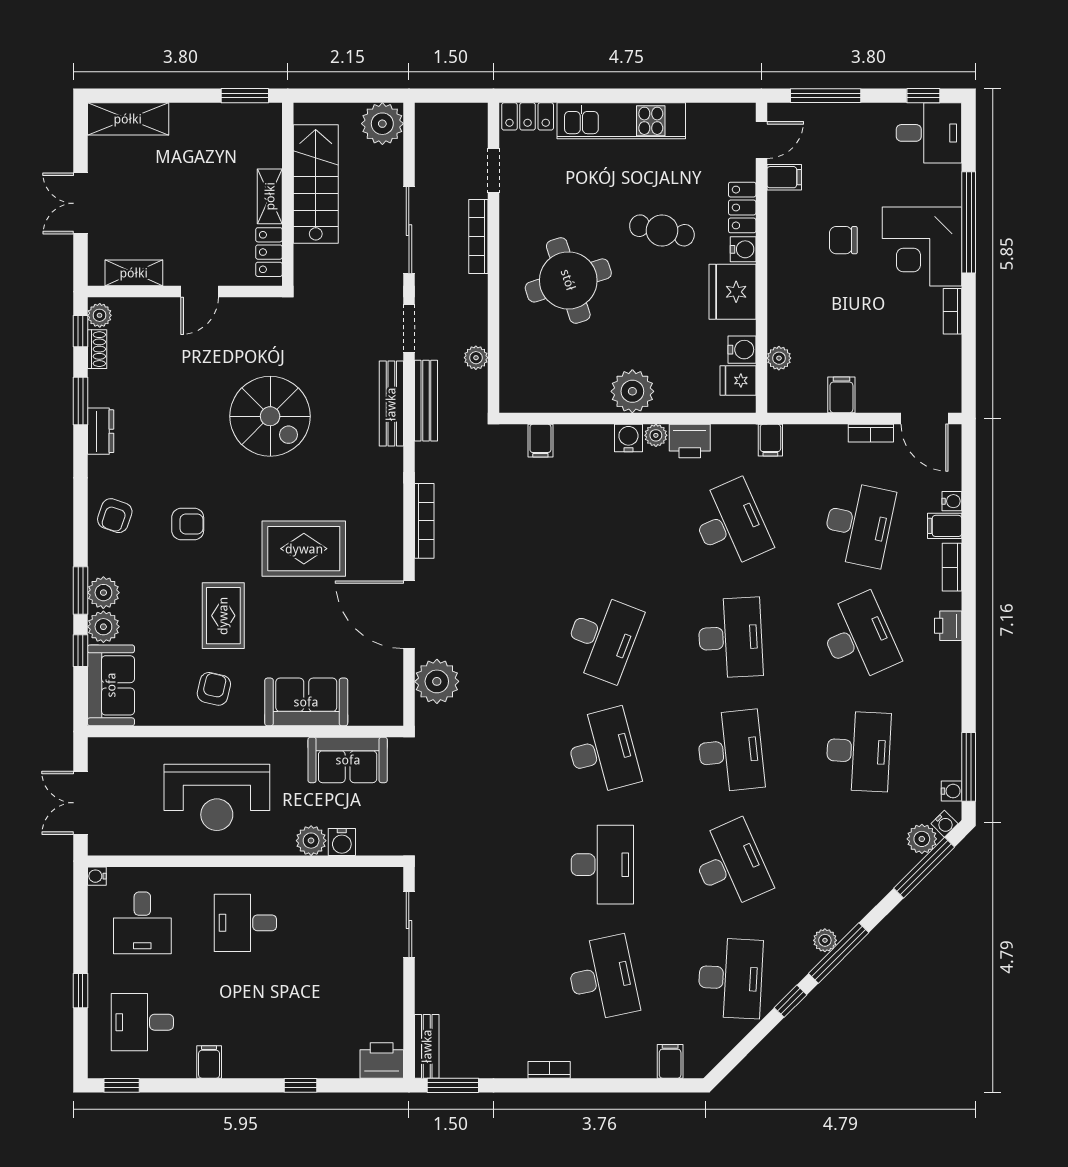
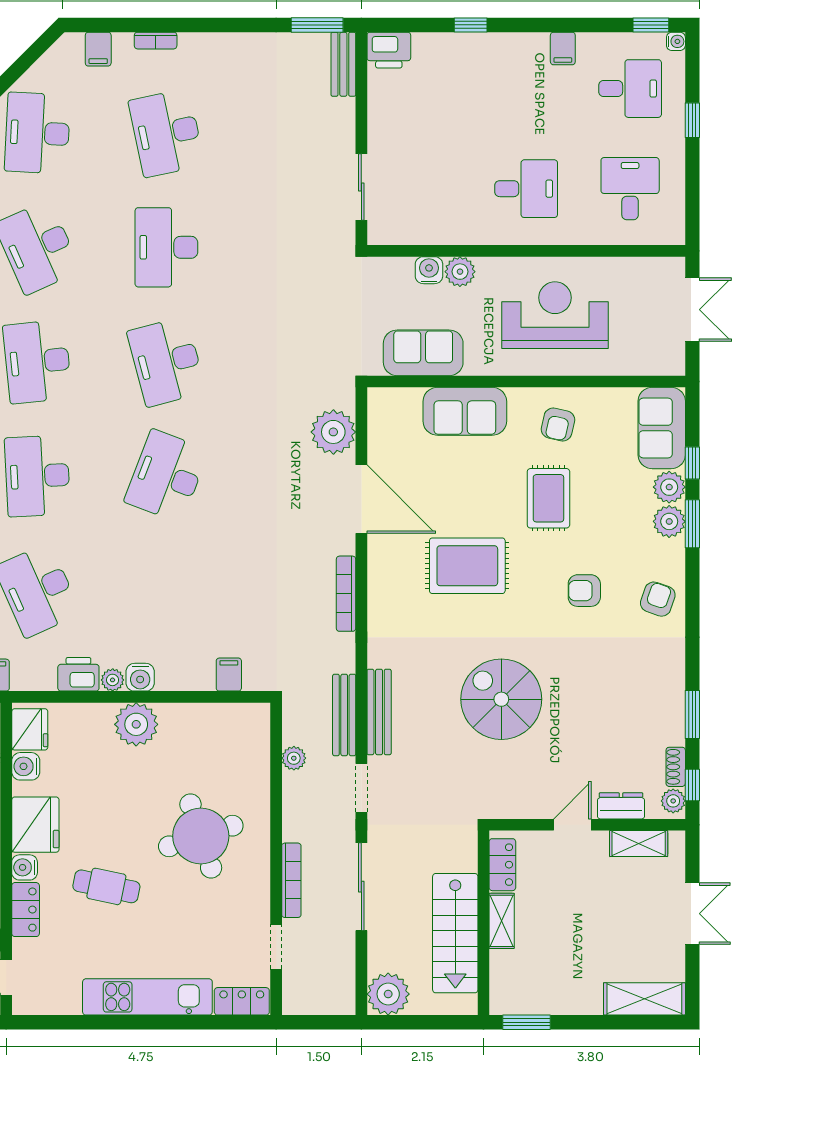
fridge: (738, 381) -> (30, 729), width x1.38
dresser: (101, 431) -> (621, 806), moved, turned 90
water cooler: (97, 876) -> (676, 41), moved
bookcase: (549, 1070) -> (156, 41), moved

